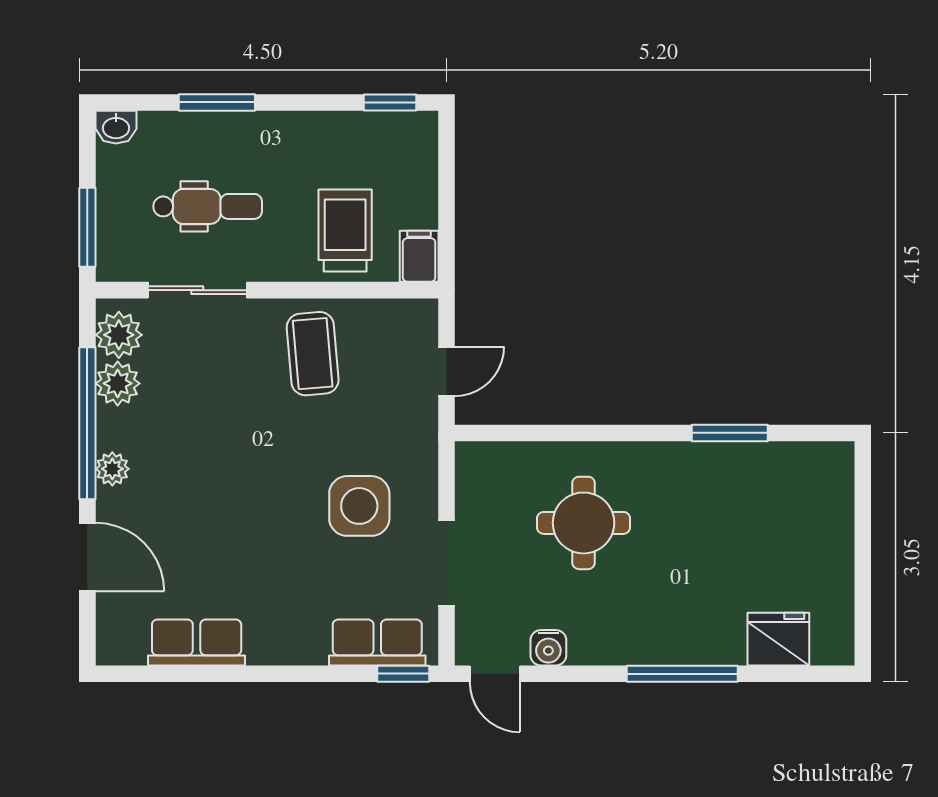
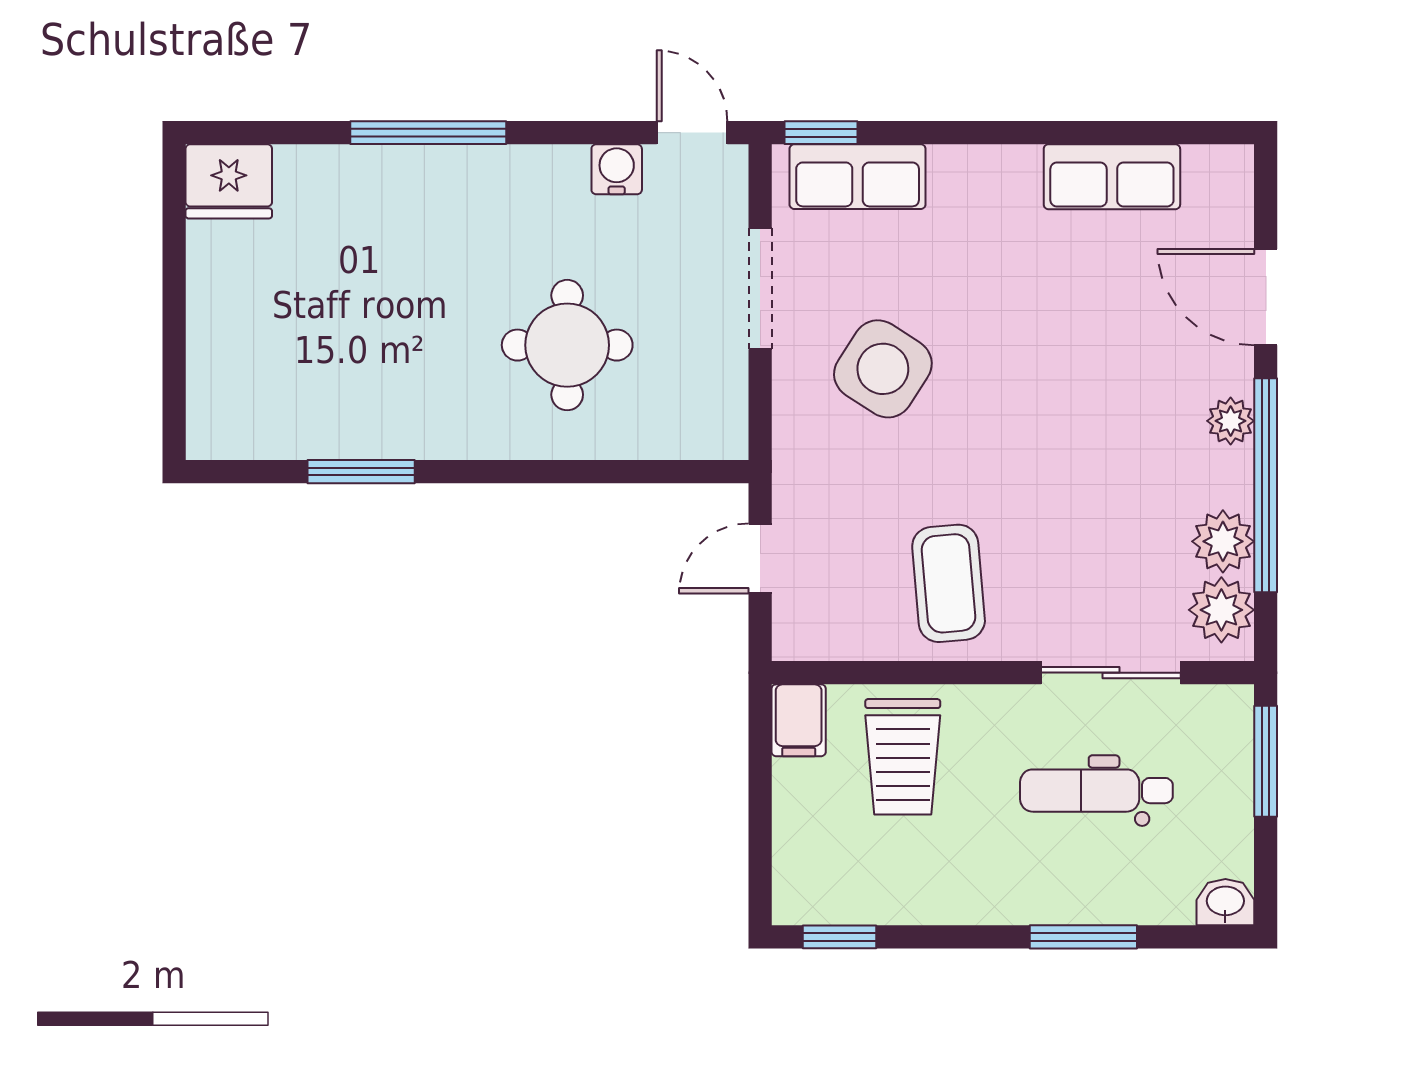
side table: (359, 506) -> (883, 369), turned 33
fridge: (778, 639) -> (229, 181), moved

